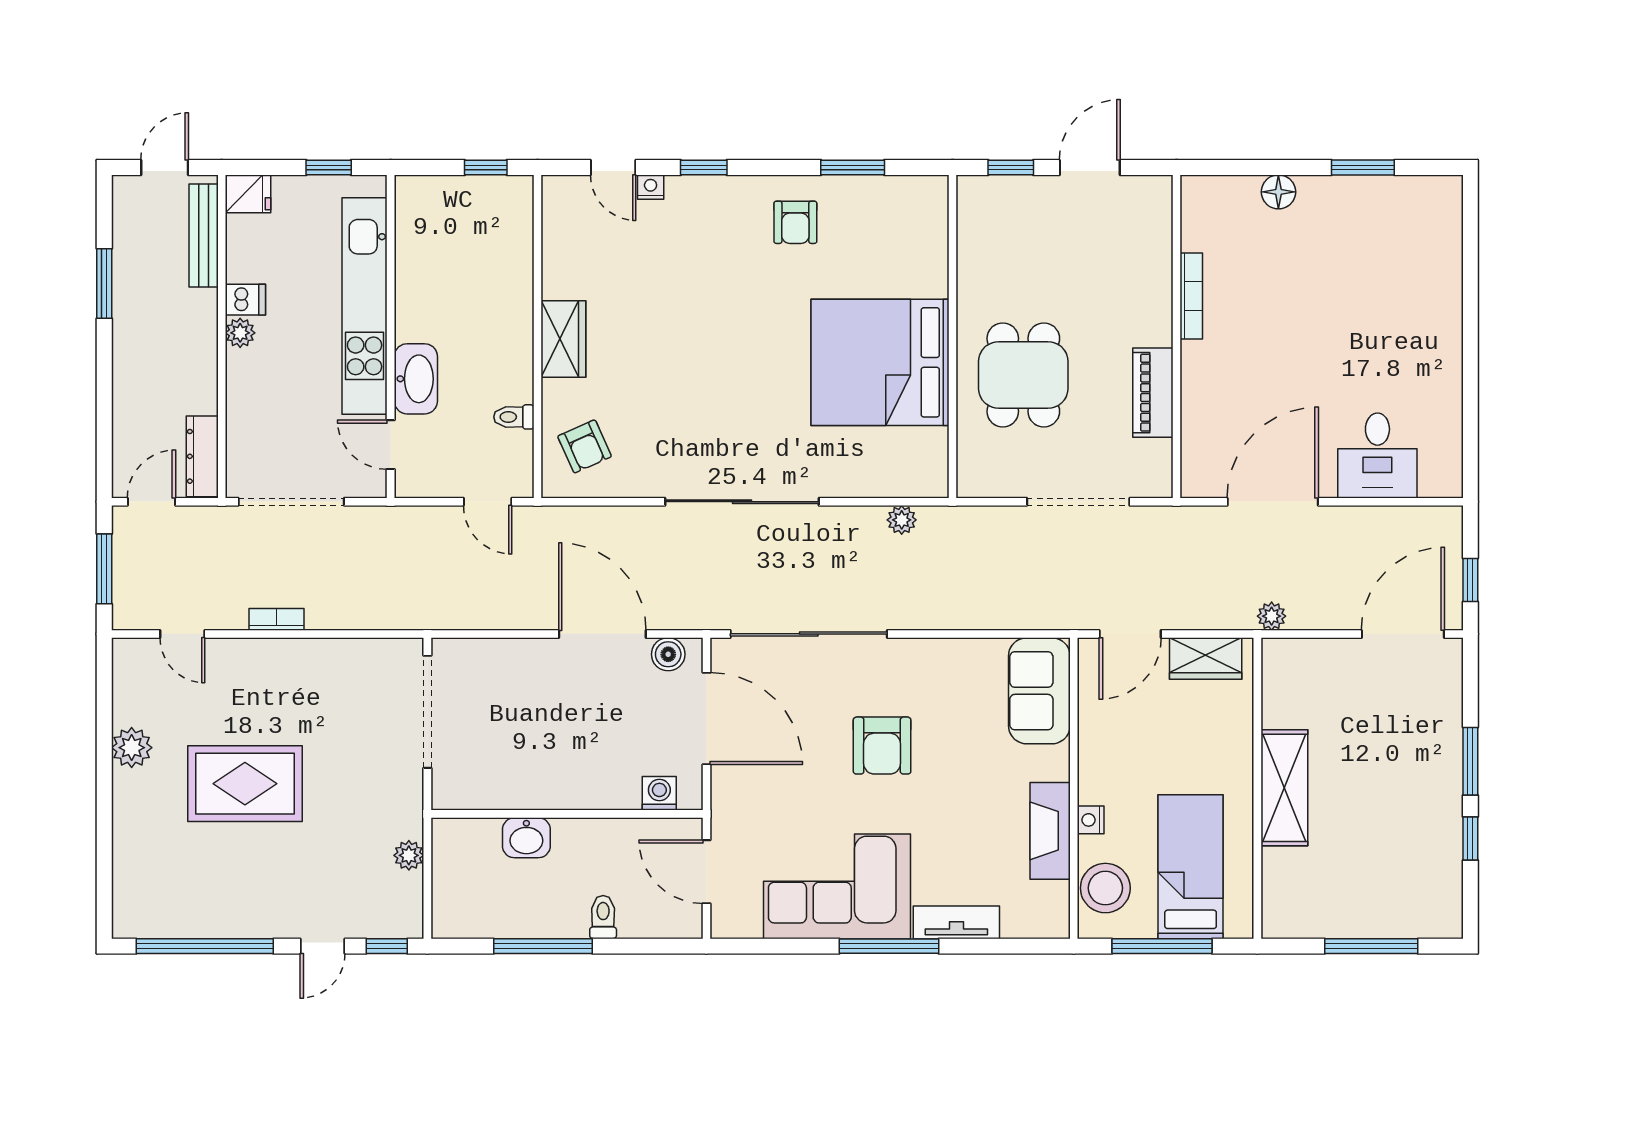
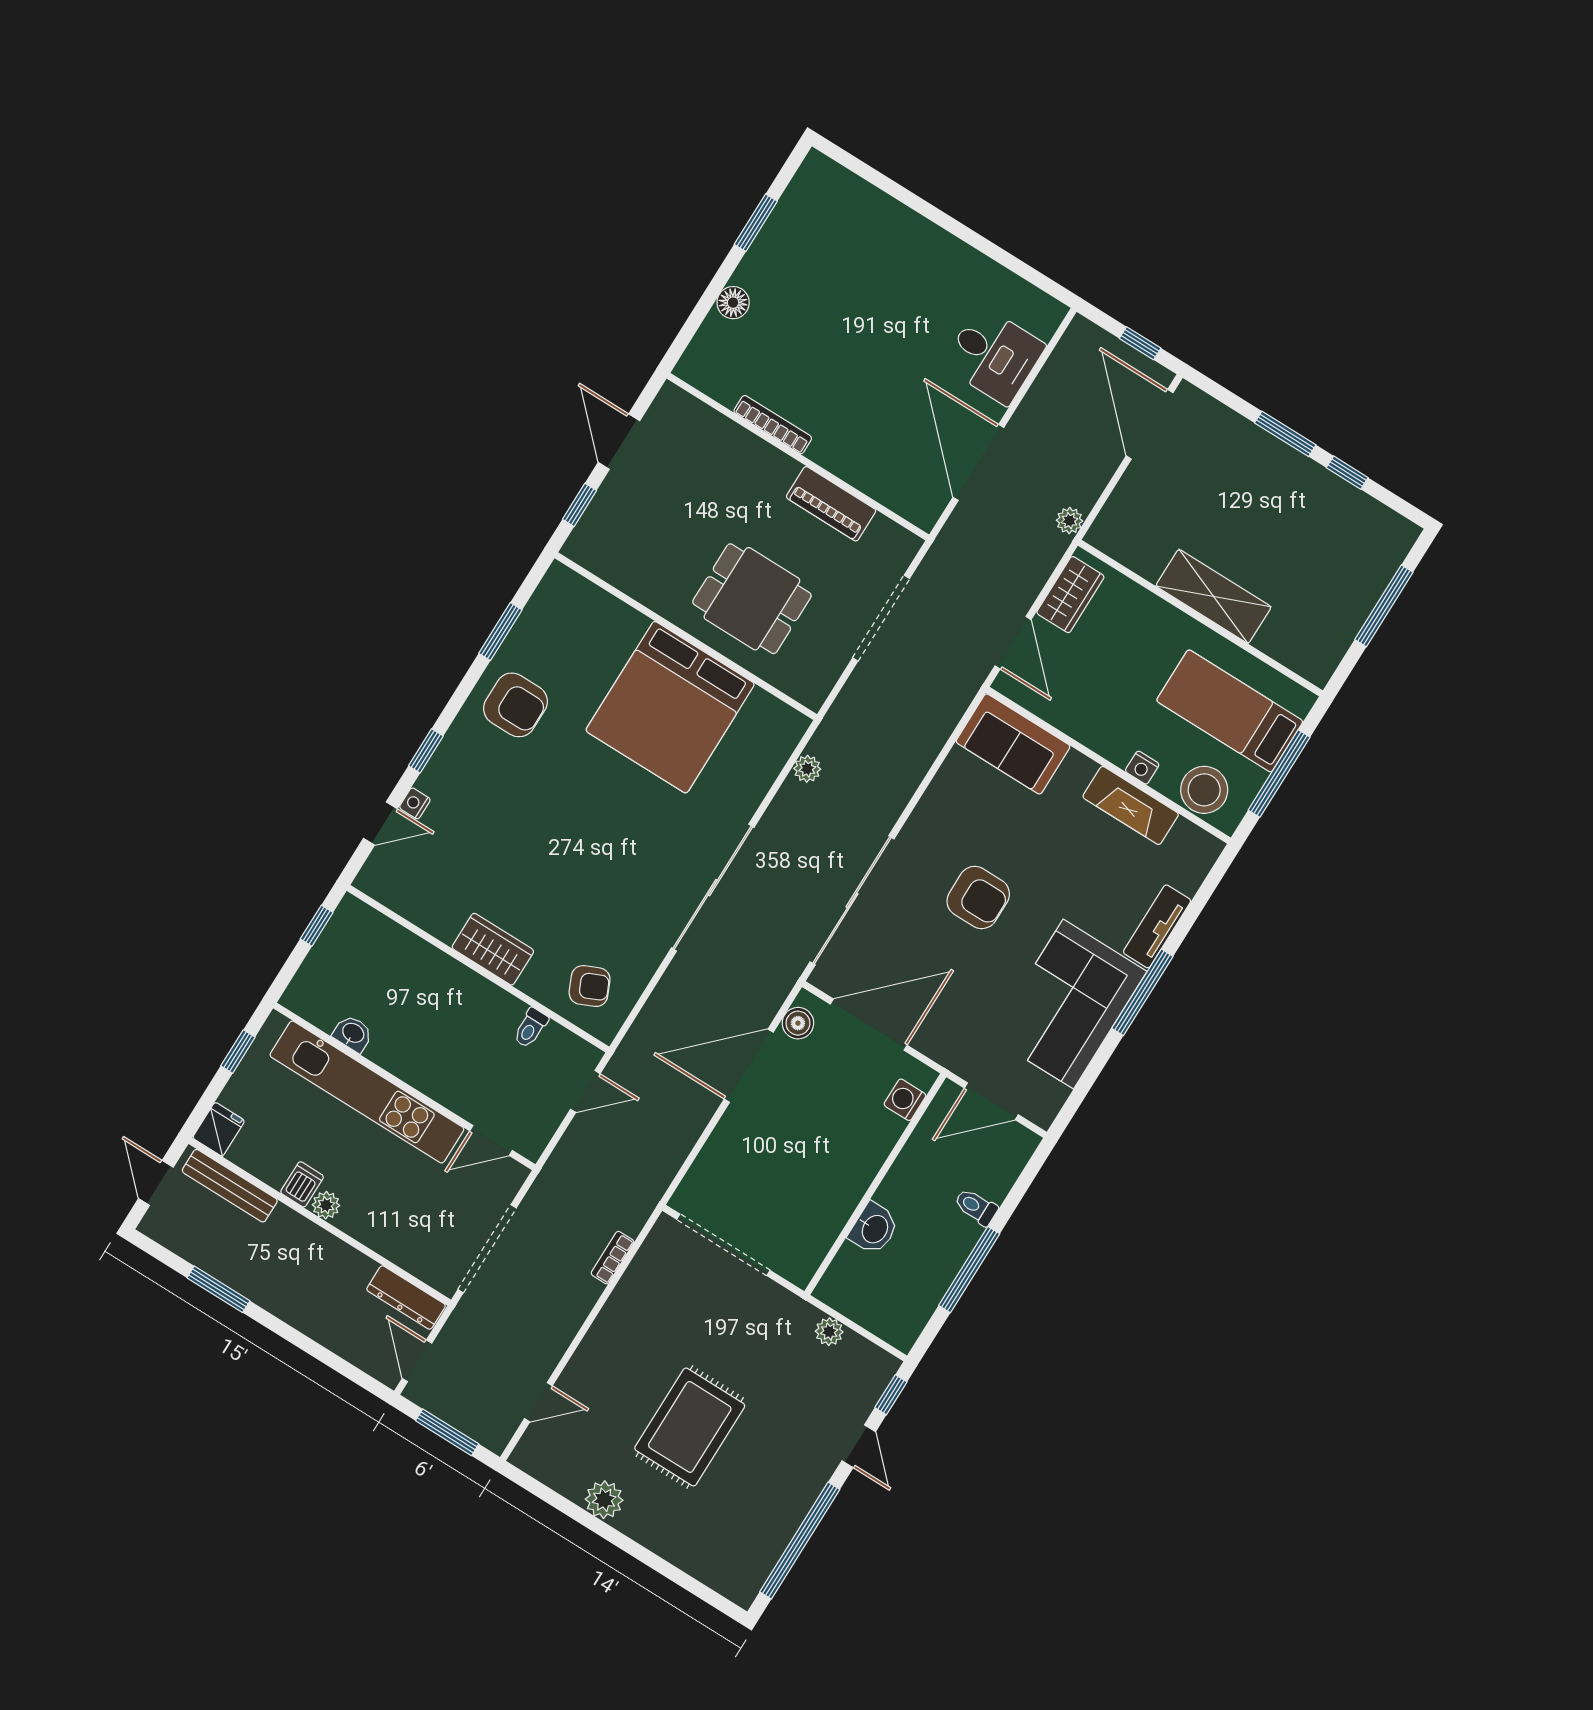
armchair: (795, 222) -> (515, 705), width x1.38, depth x1.38
washbasin: (416, 379) -> (353, 1034), moved, width x0.52, depth x0.69
bookcase: (277, 619) -> (613, 1258), moved

